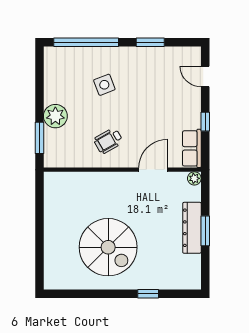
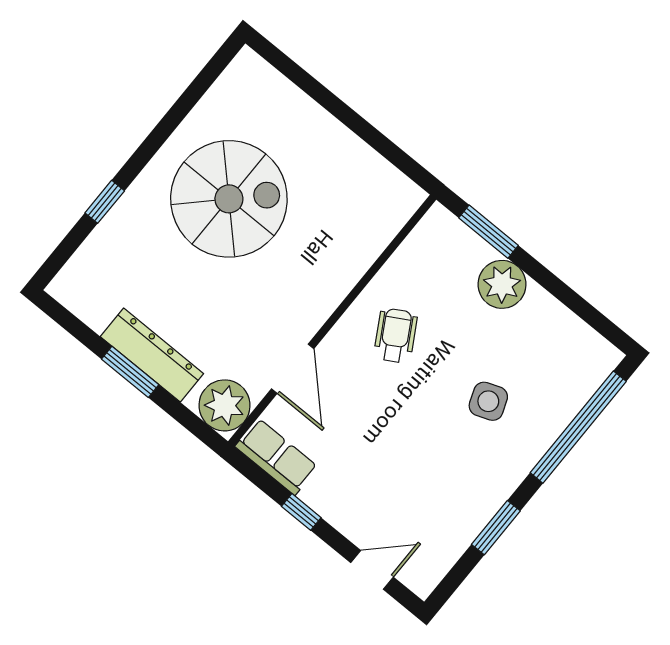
plant: (194, 178) -> (225, 405), width x1.87, depth x1.87
spiral stairs: (108, 247) -> (229, 199), turned 180

